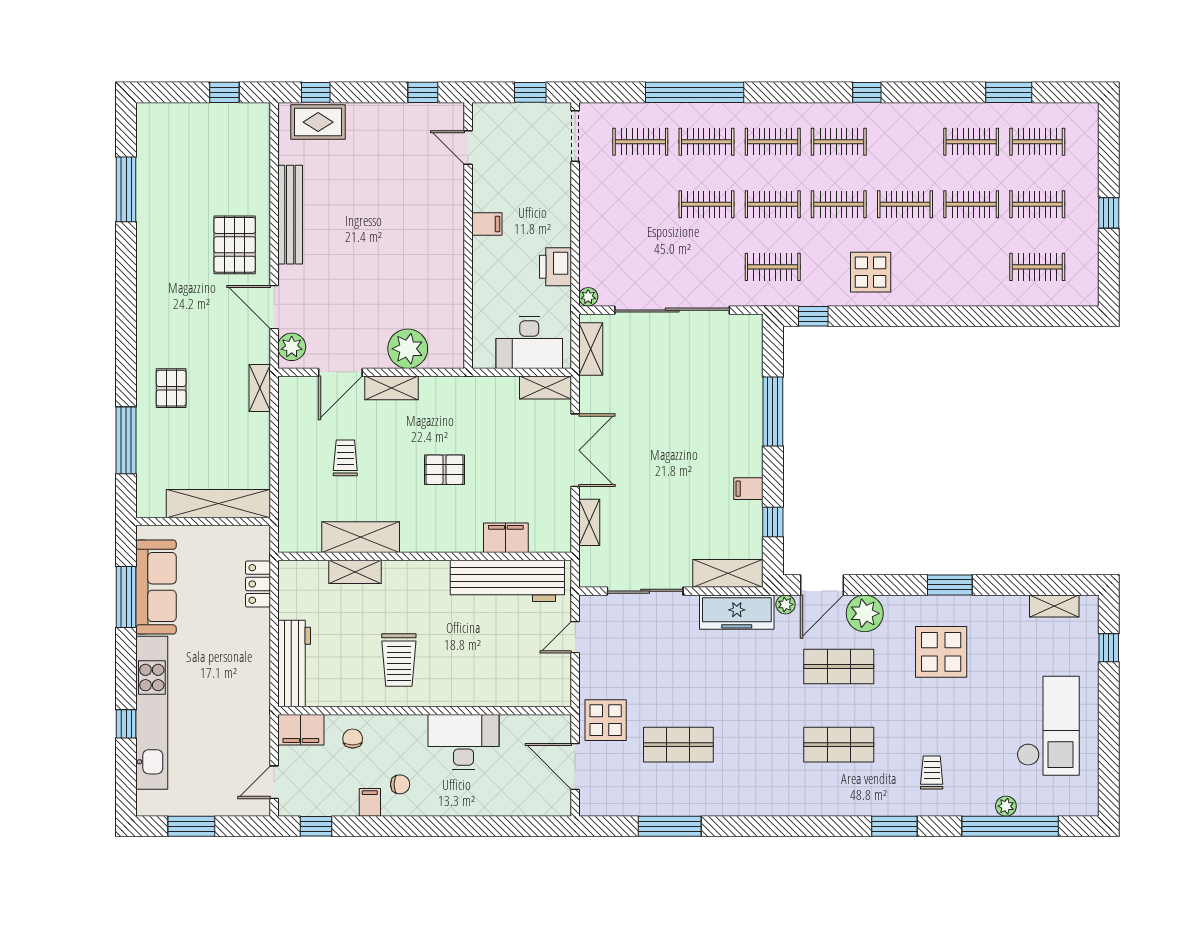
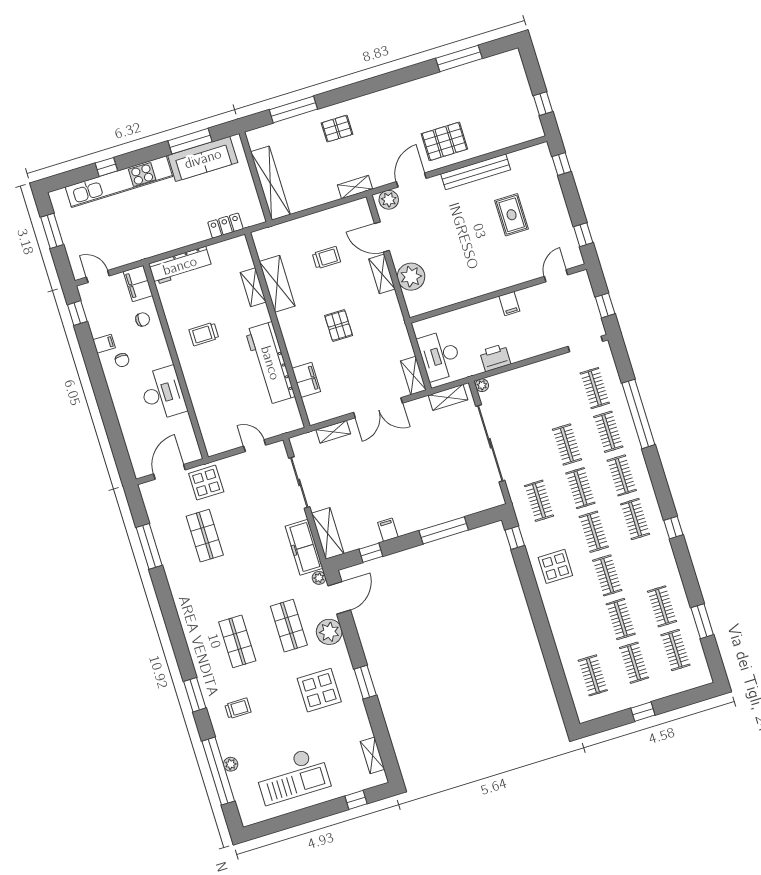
rug: (318, 122) -> (512, 215), moved
workbench: (507, 581) -> (270, 363), moved
door: (822, 585) -> (339, 598), swing flipped
trolley: (399, 660) -> (204, 334), width x0.73, depth x0.72

